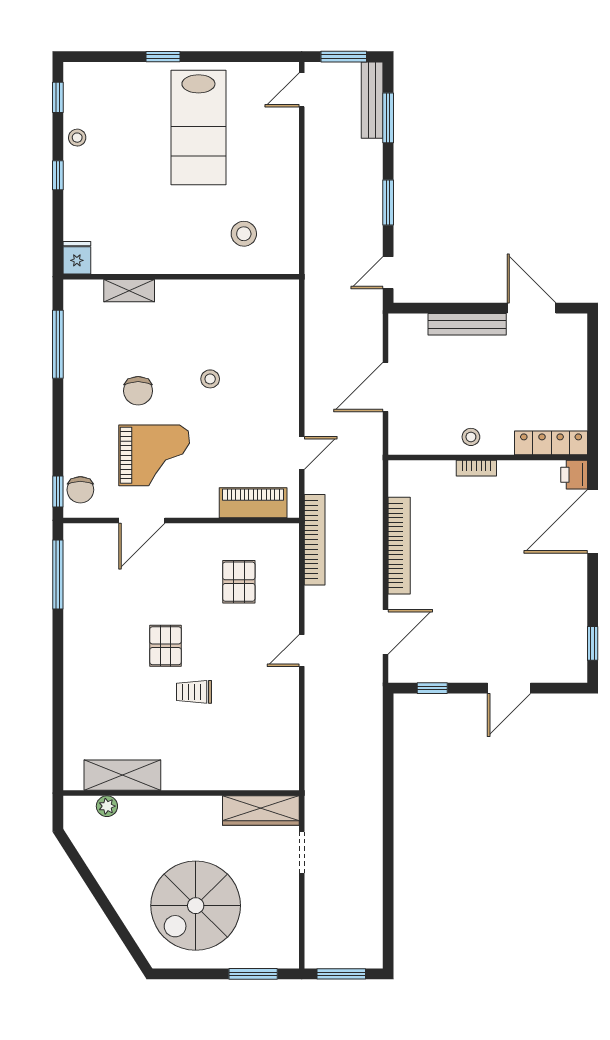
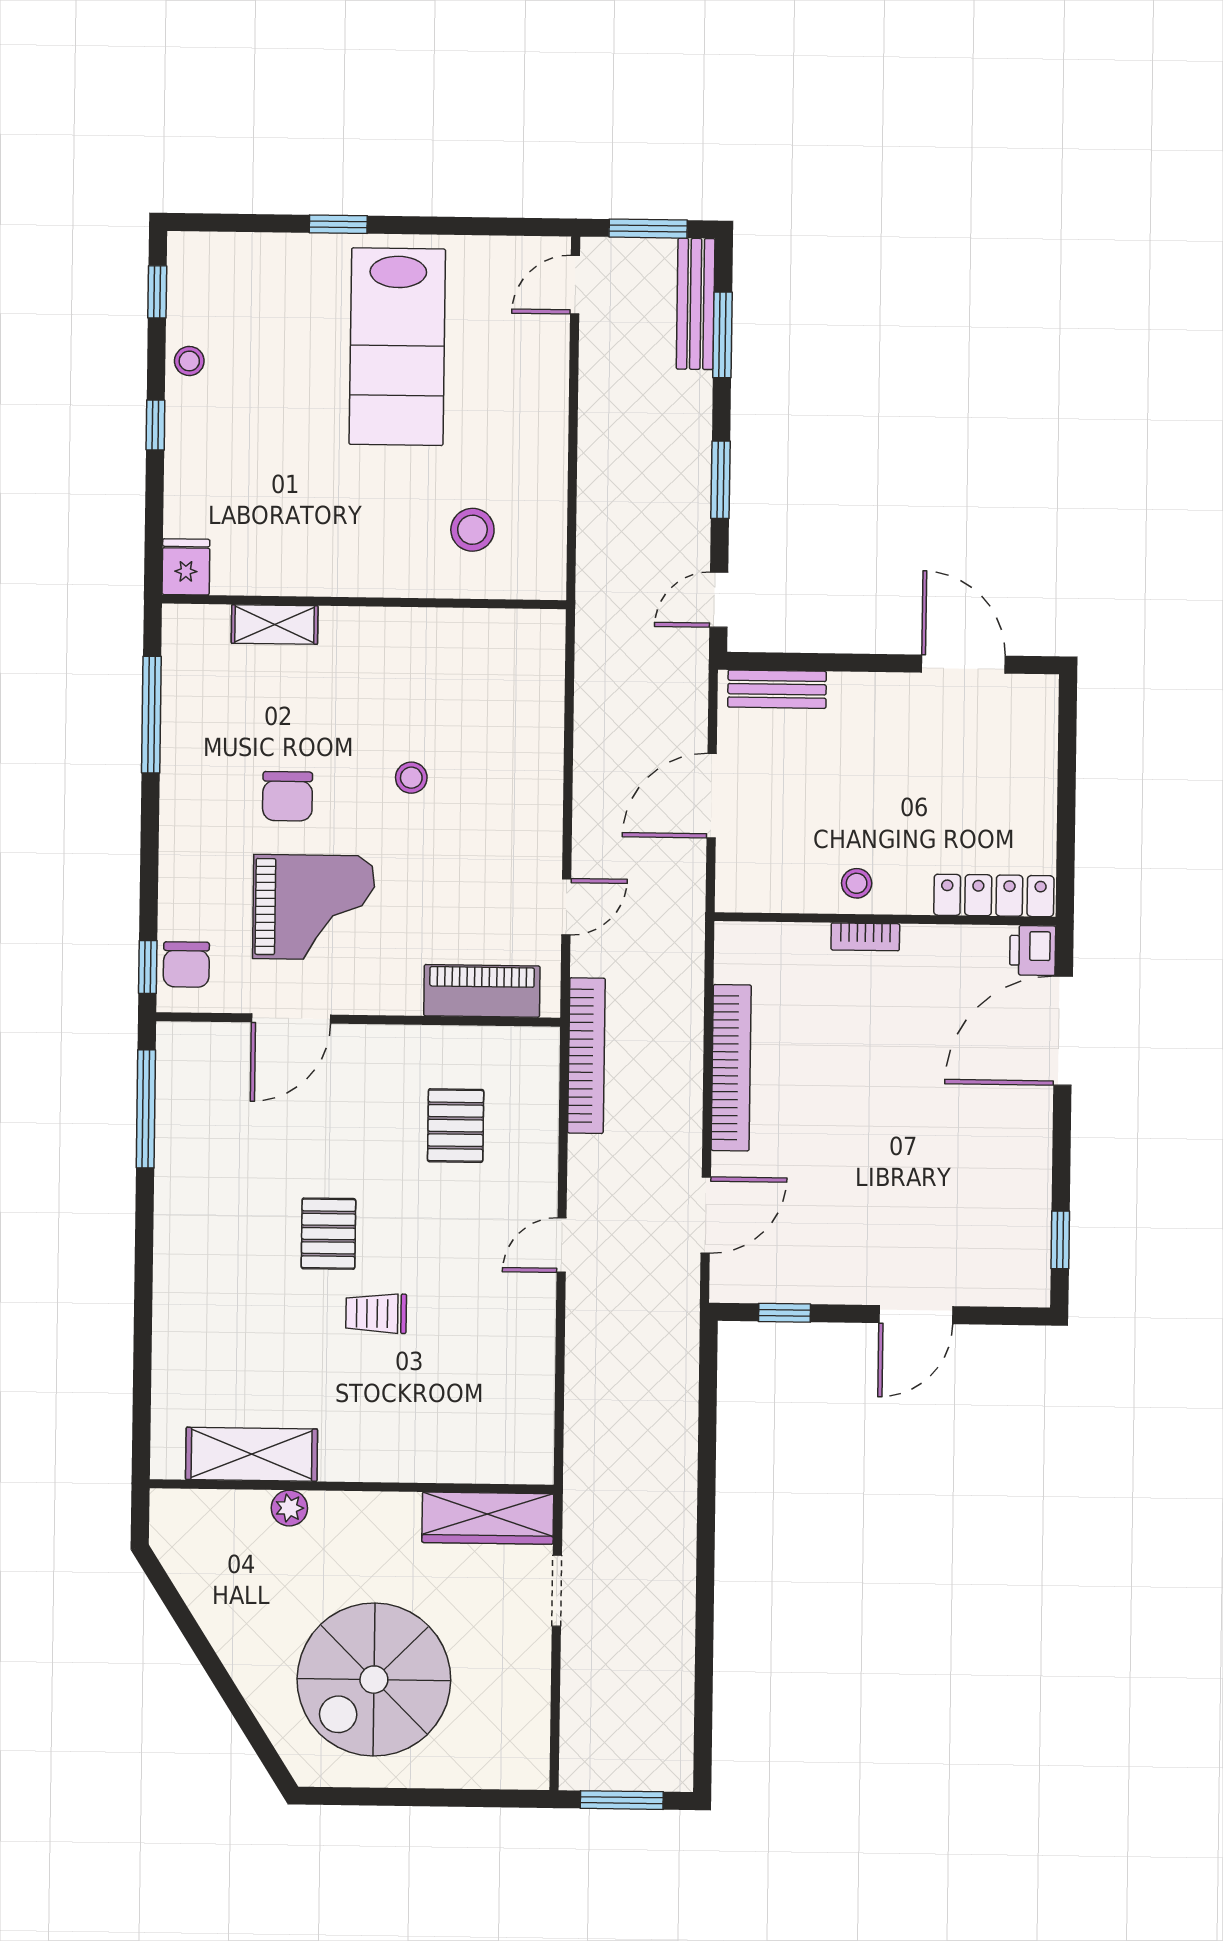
bench: (467, 324) -> (777, 689), moved, width x0.73
plant: (107, 806) -> (289, 1508), moved
window: (253, 974) -> (471, 1798), removed

